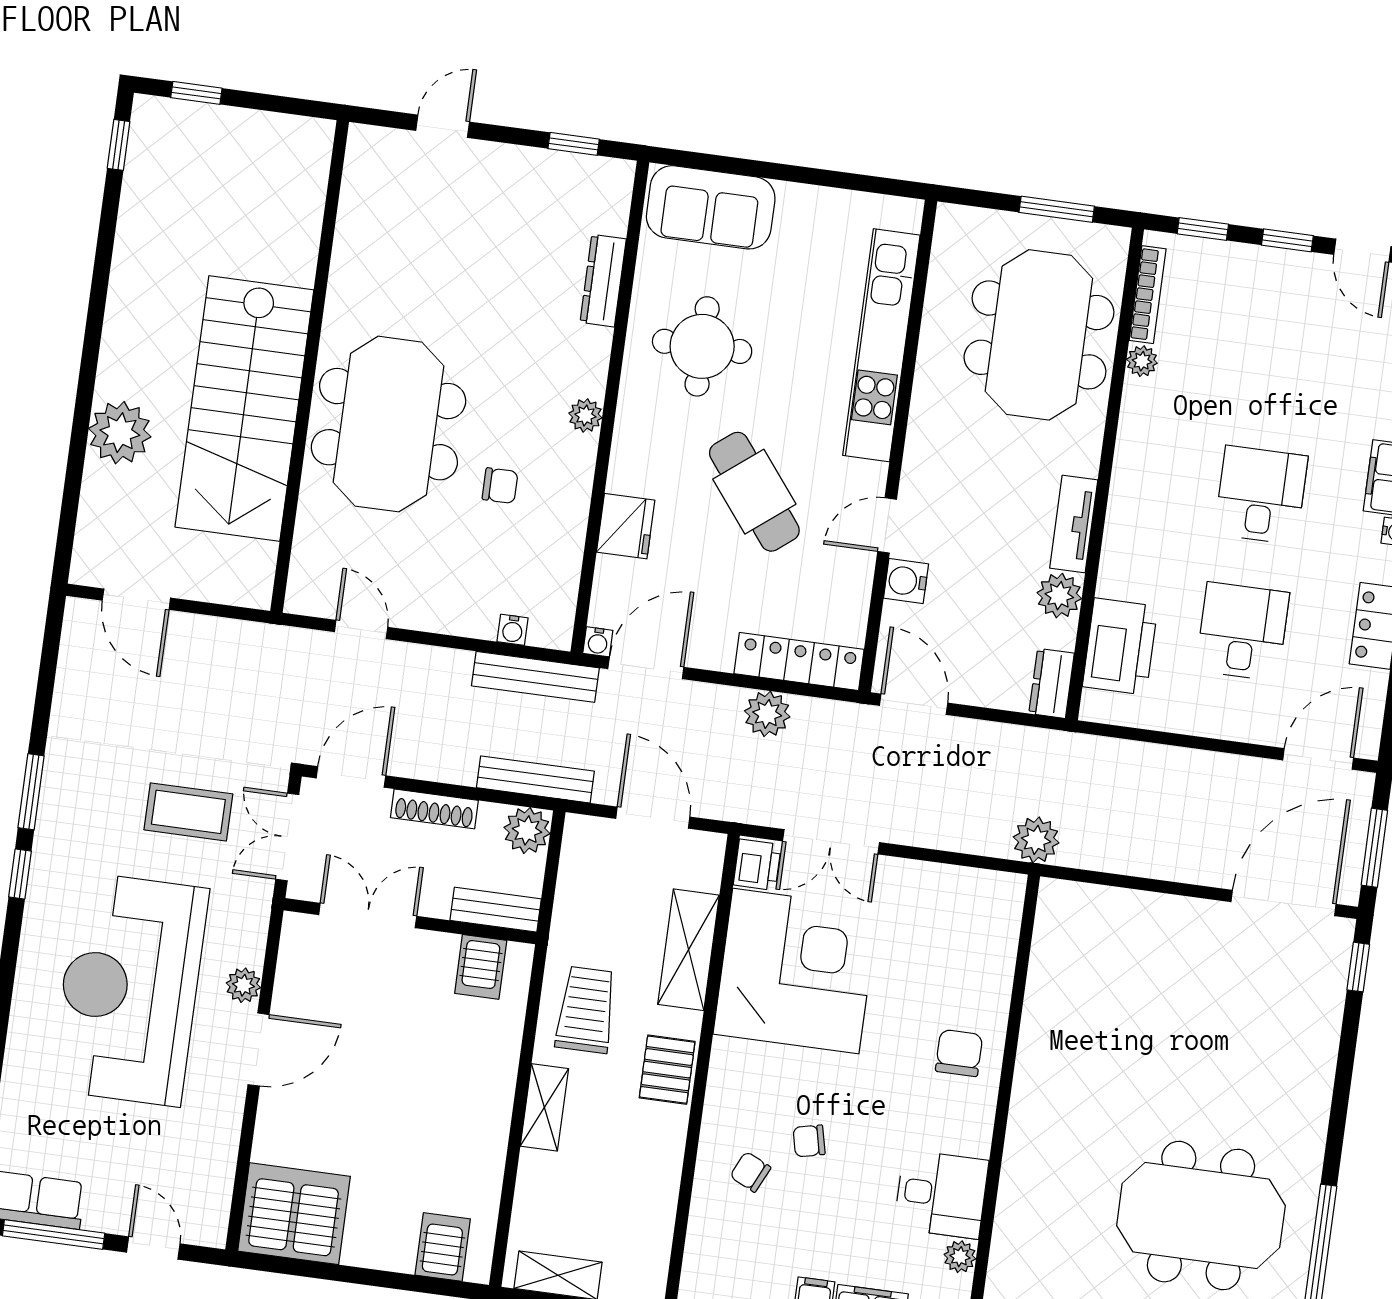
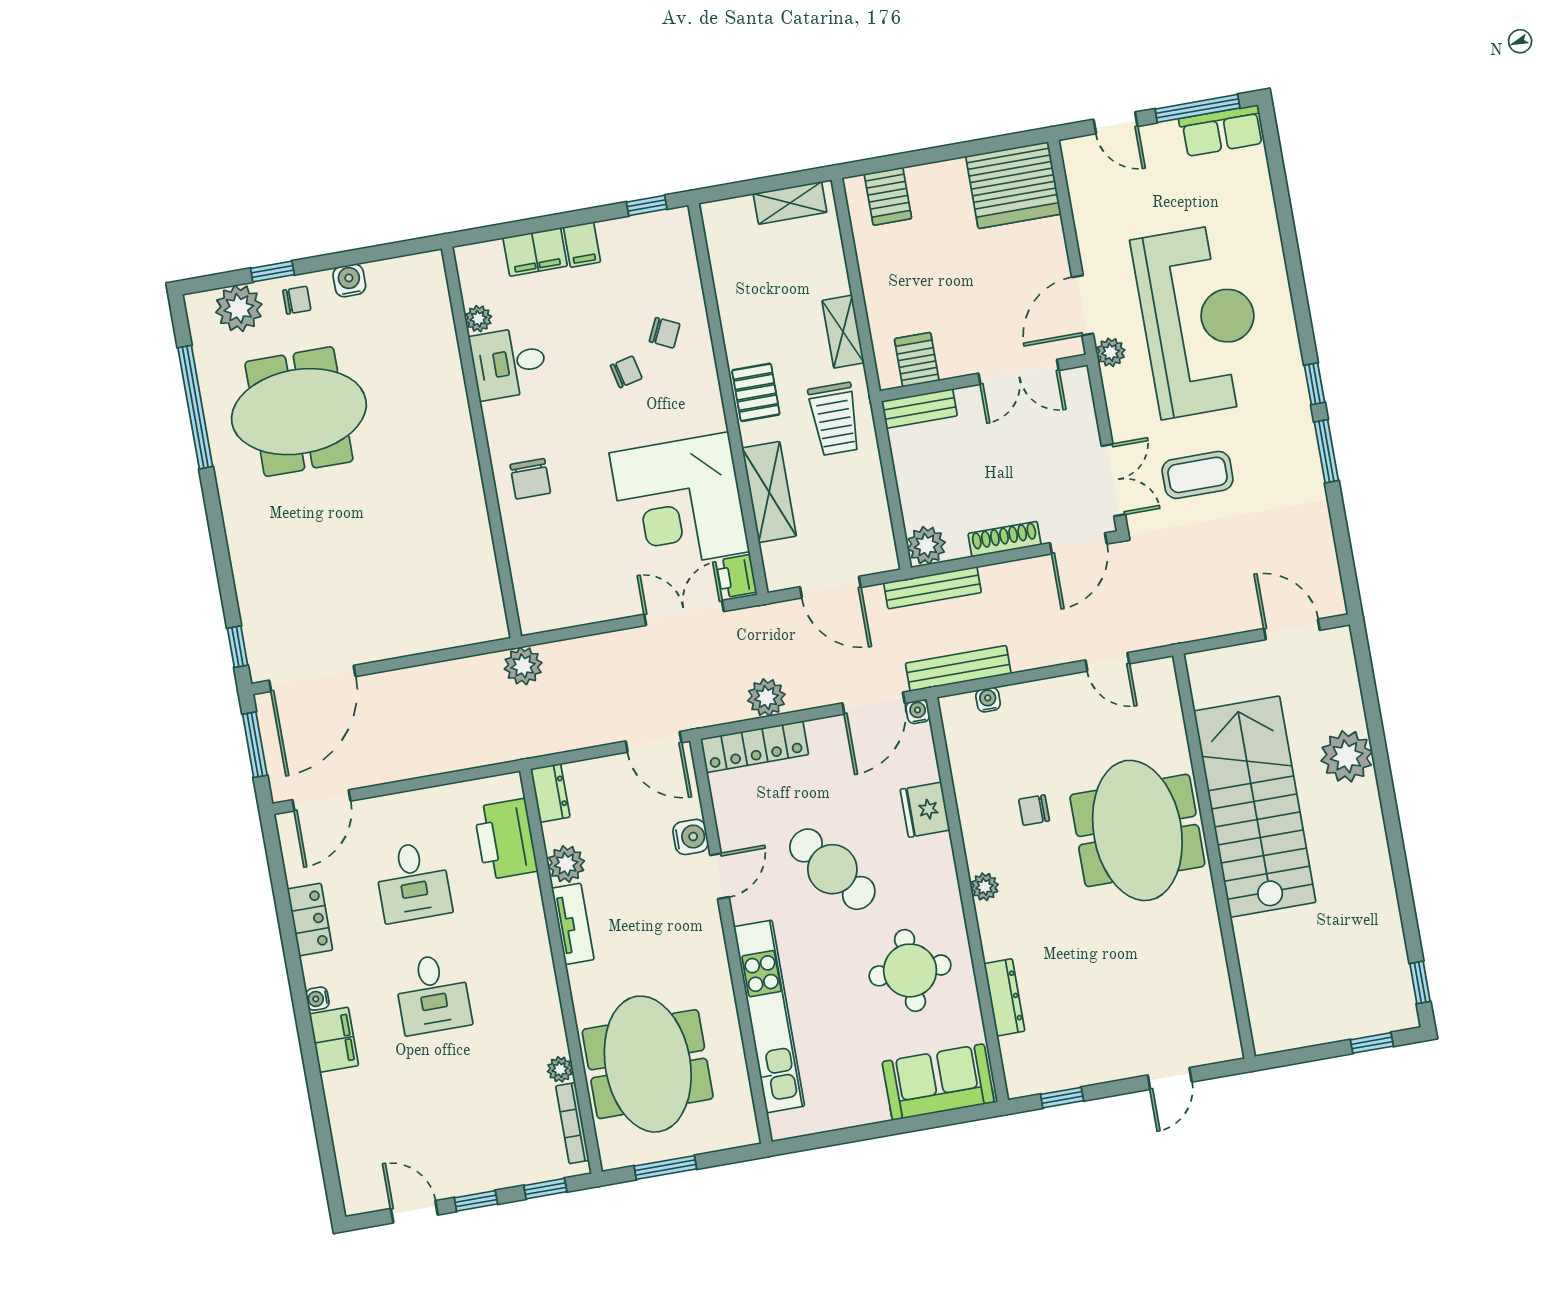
bench: (496, 910) -> (919, 409), moved
double door: (368, 915) -> (1019, 372), moved
wall: (410, 921) -> (984, 378), moved
server rack: (481, 967) -> (917, 360), moved

